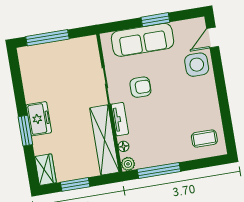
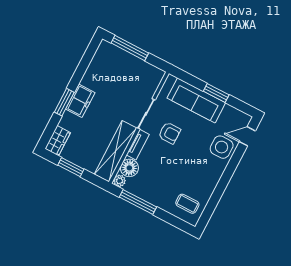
floor lamp: (124, 146) -> (129, 168), width x1.89, depth x1.89

